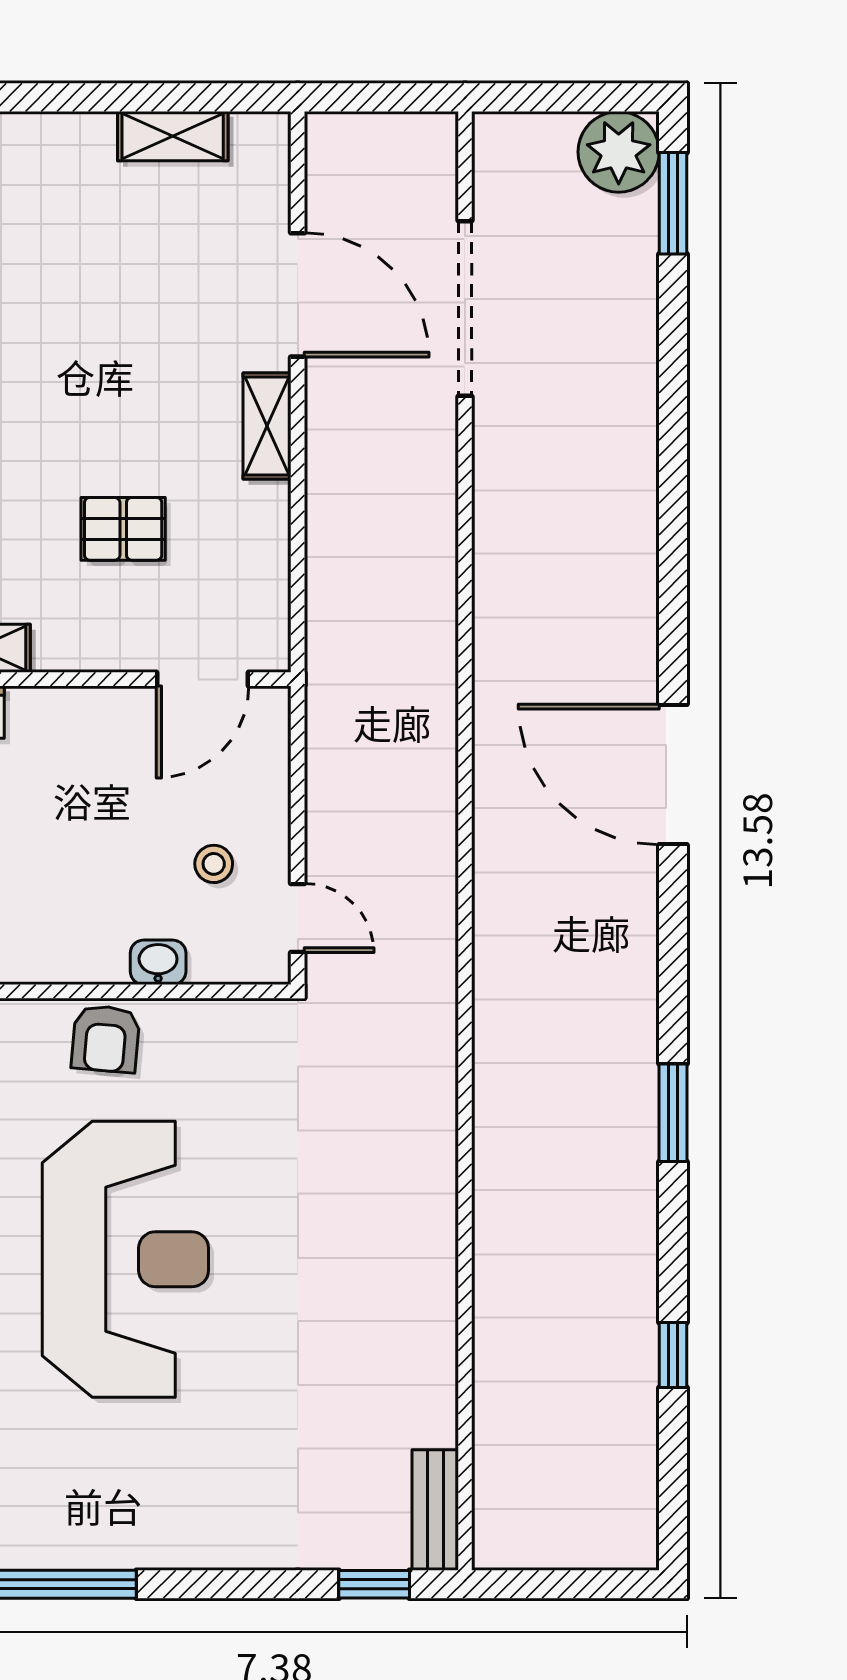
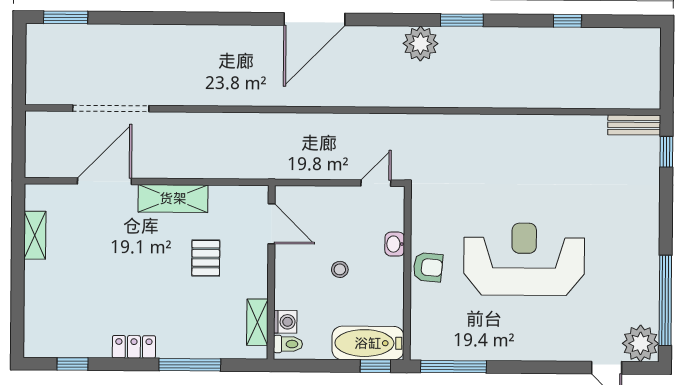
plant: (619, 152) -> (420, 44), moved
shelving: (267, 426) -> (173, 198), width x1.50, depth x1.33
stool: (214, 864) -> (340, 269), moved

